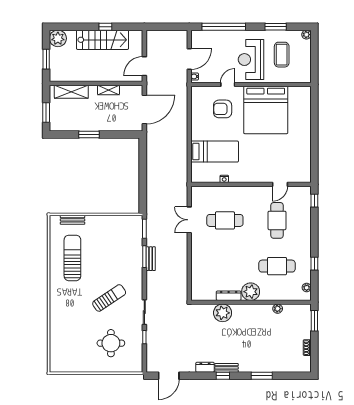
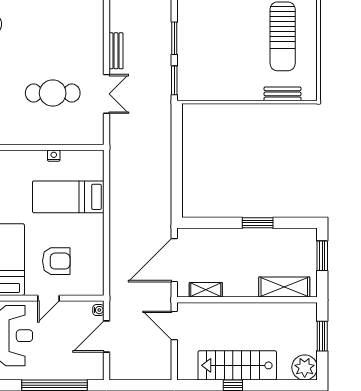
door: (144, 66) -> (174, 326), swing flipped
shelving: (108, 90) -> (206, 290), moved
bench: (151, 259) -> (116, 51), moved

